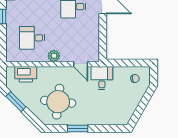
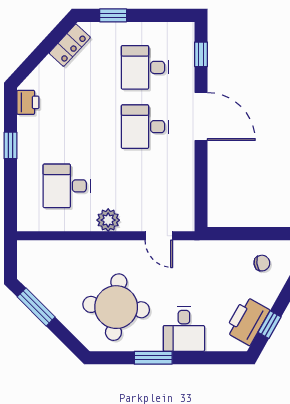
printer: (26, 74) -> (247, 321), moved, turned 119
desk: (102, 78) -> (184, 329), moved, turned 180
window: (139, 111) -> (269, 325), added

